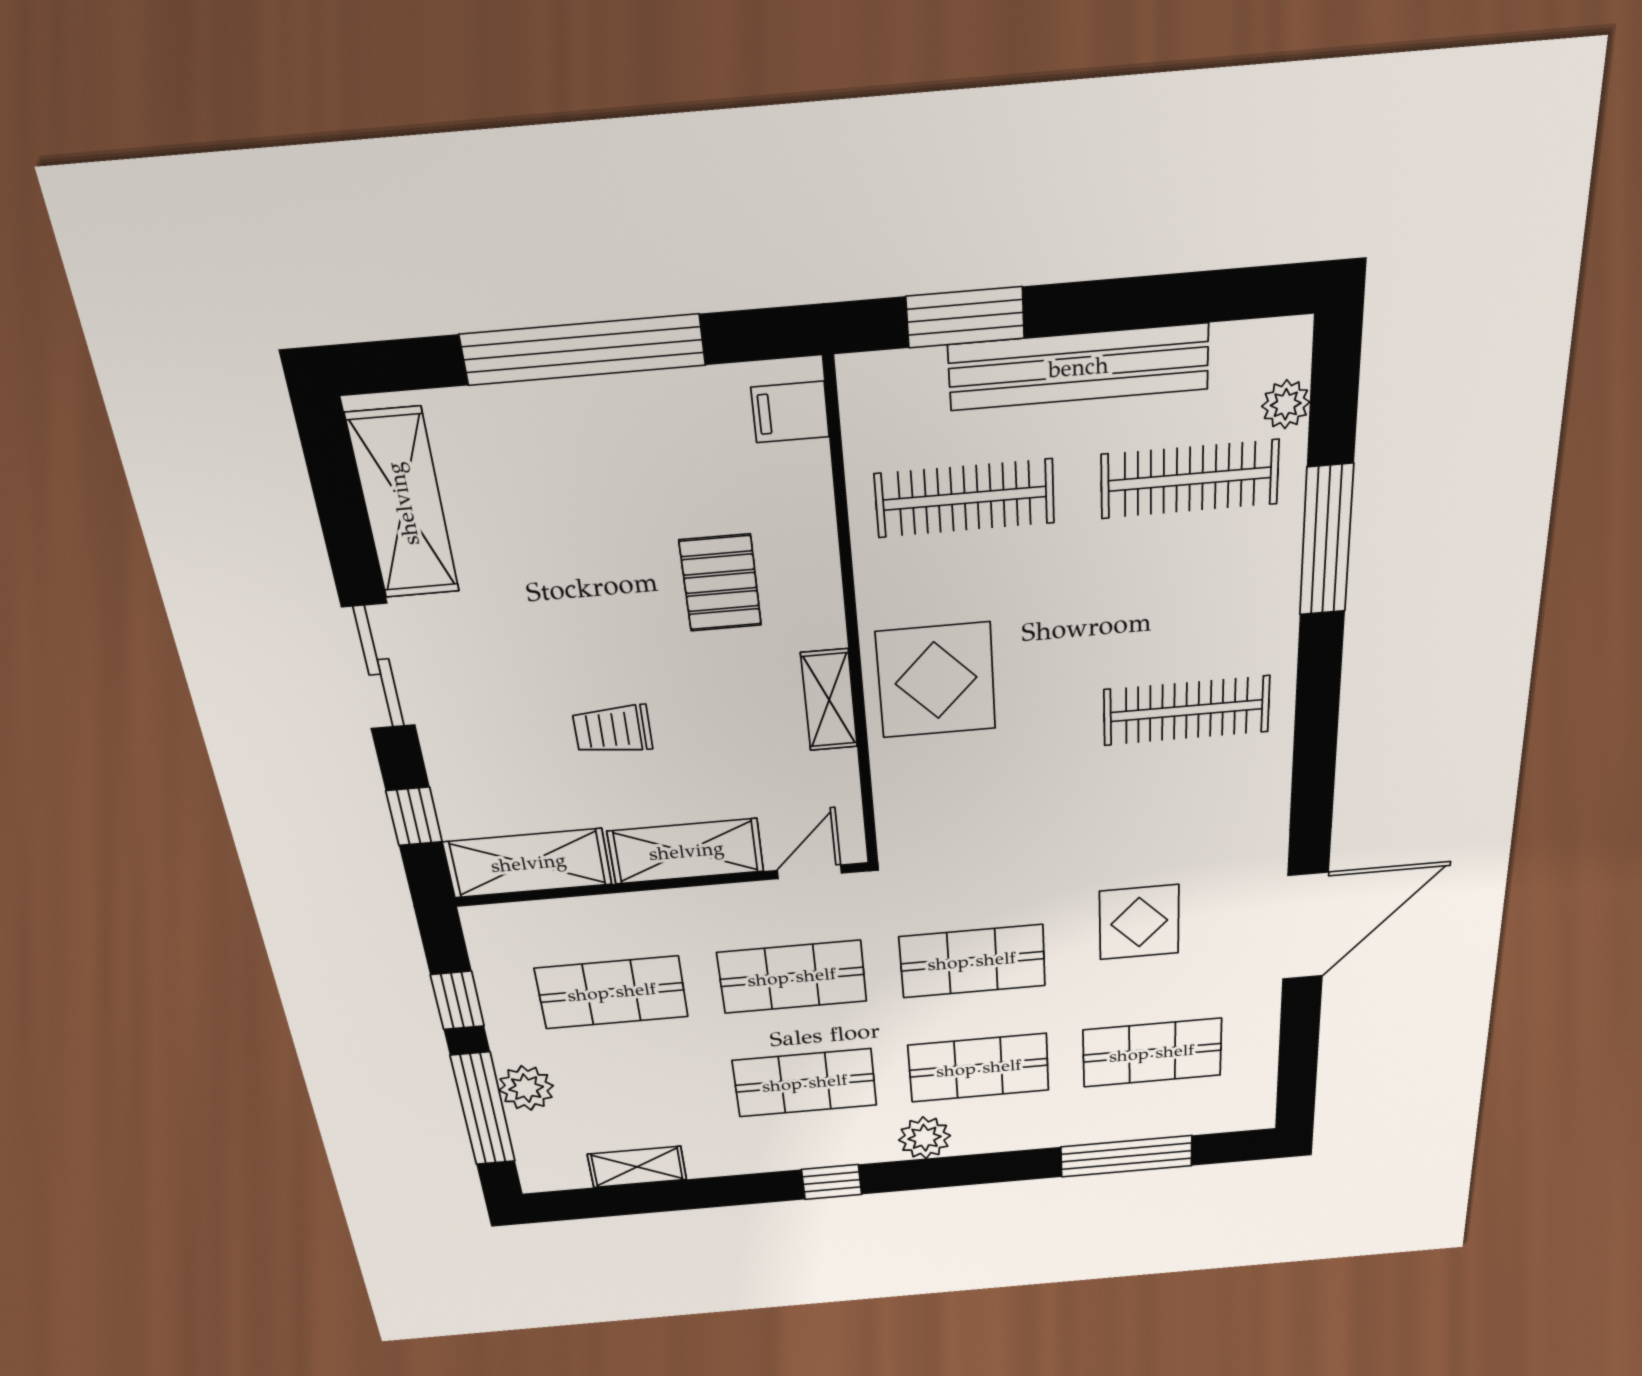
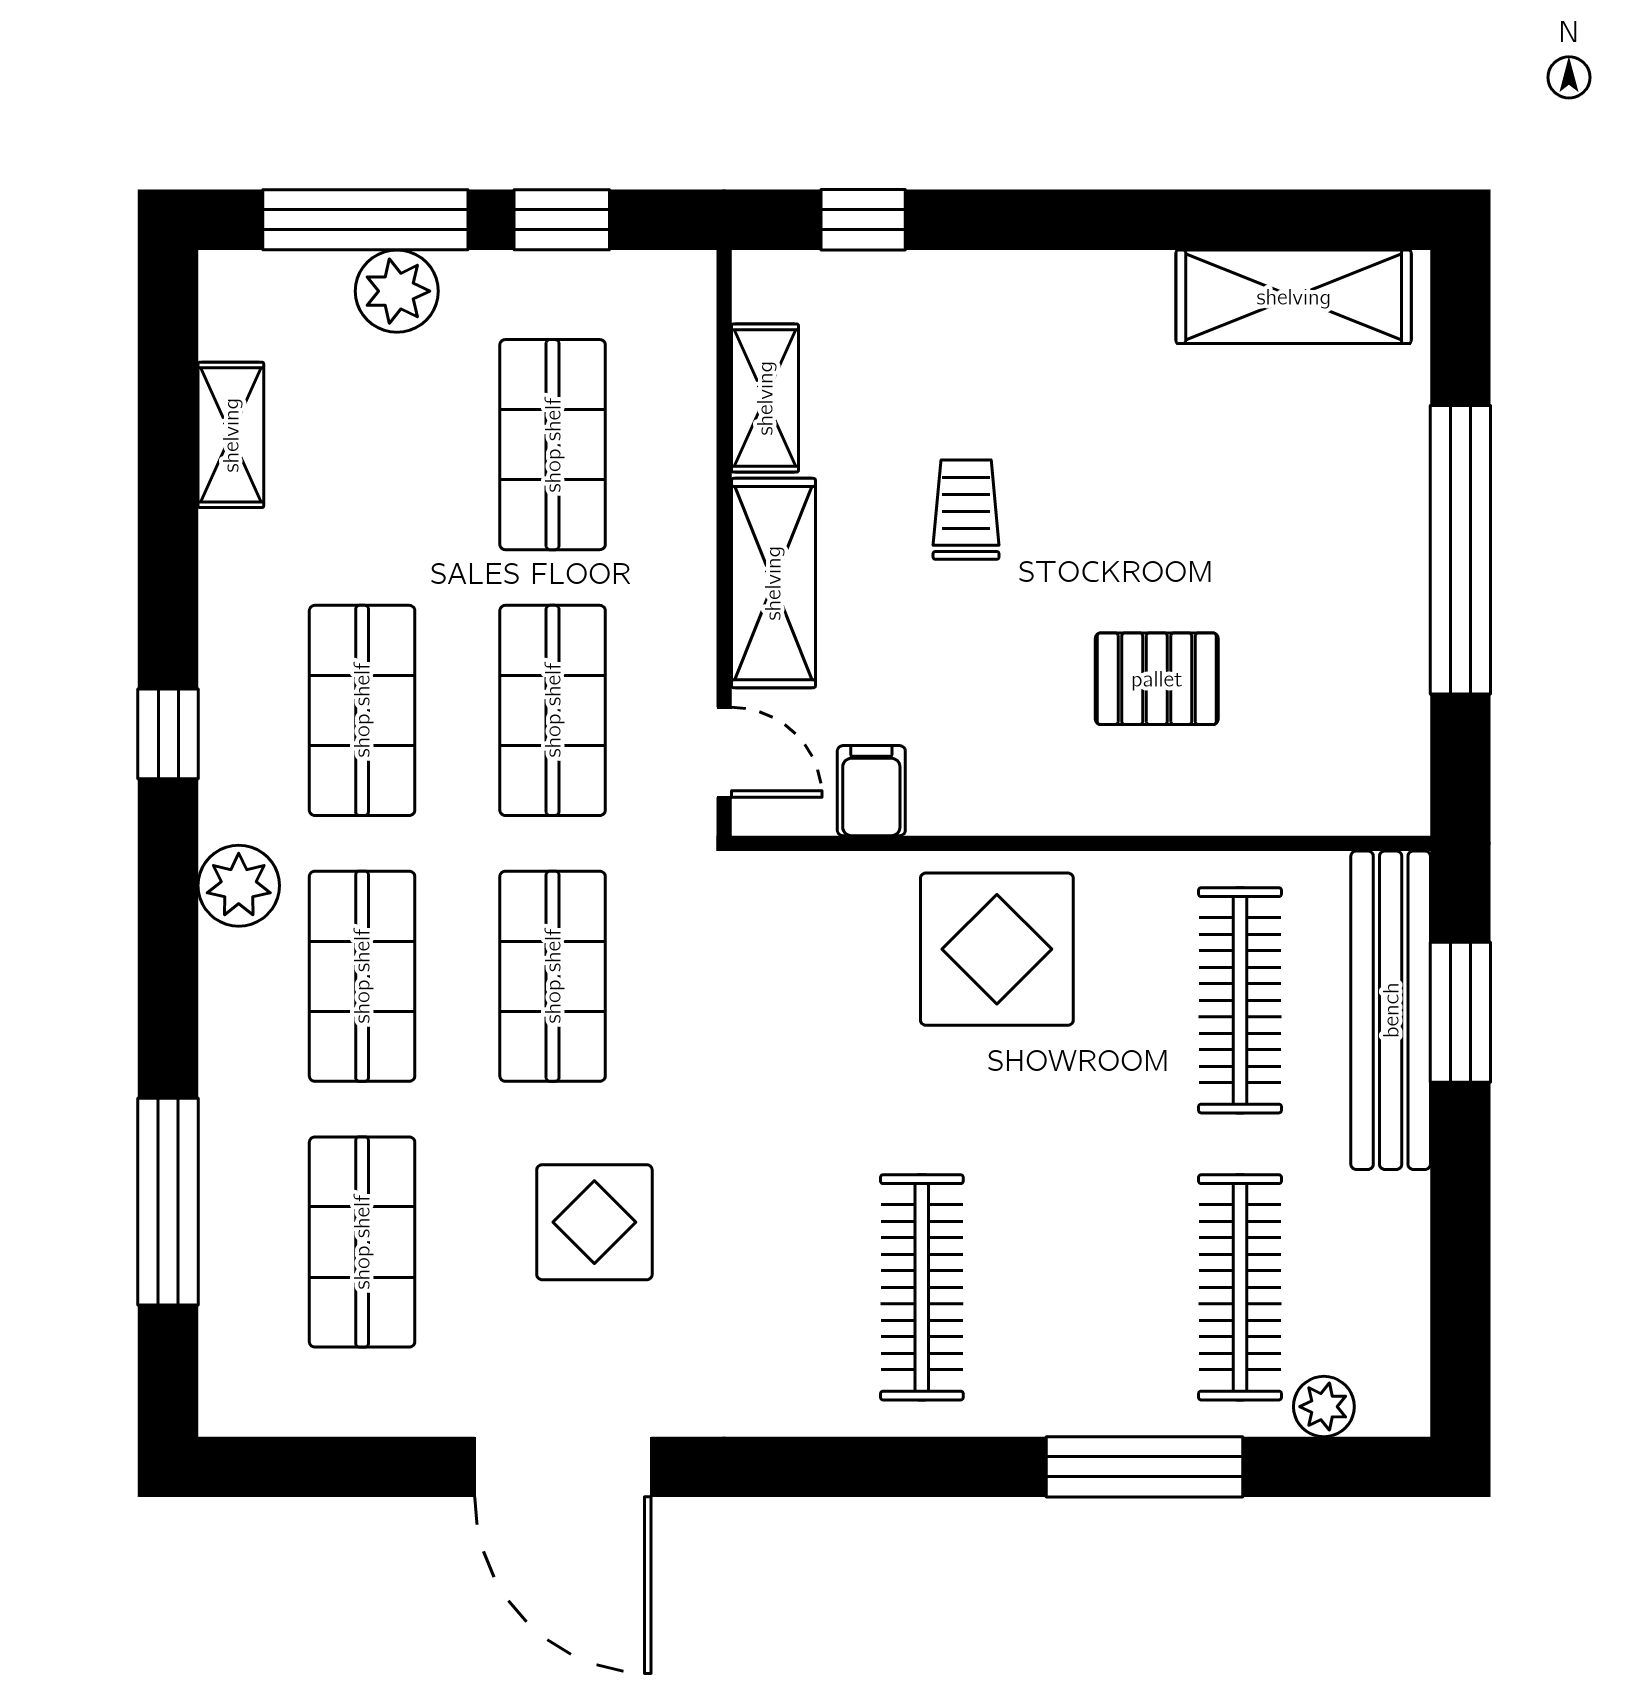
bench: (1079, 367) -> (1391, 1010), moved
filing cabinet: (790, 412) -> (871, 791), moved
sliding door: (379, 667) -> (1083, 220), removed
shelving: (829, 700) -> (982, 804), removed
shelving: (528, 863) -> (765, 398), width x0.67, depth x0.75

